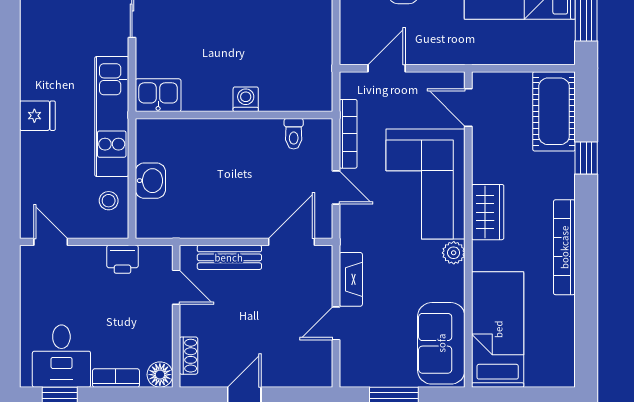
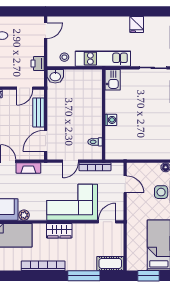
cot: (554, 111) -> (110, 263), width x0.73, depth x0.75
fridge: (37, 116) -> (137, 24), moved
window: (586, 158) -> (84, 276), width x2.17
washbasin: (150, 181) -> (55, 76), moved
door: (292, 242) -> (46, 141), swing flipped
plant: (454, 253) -> (24, 215), moved

